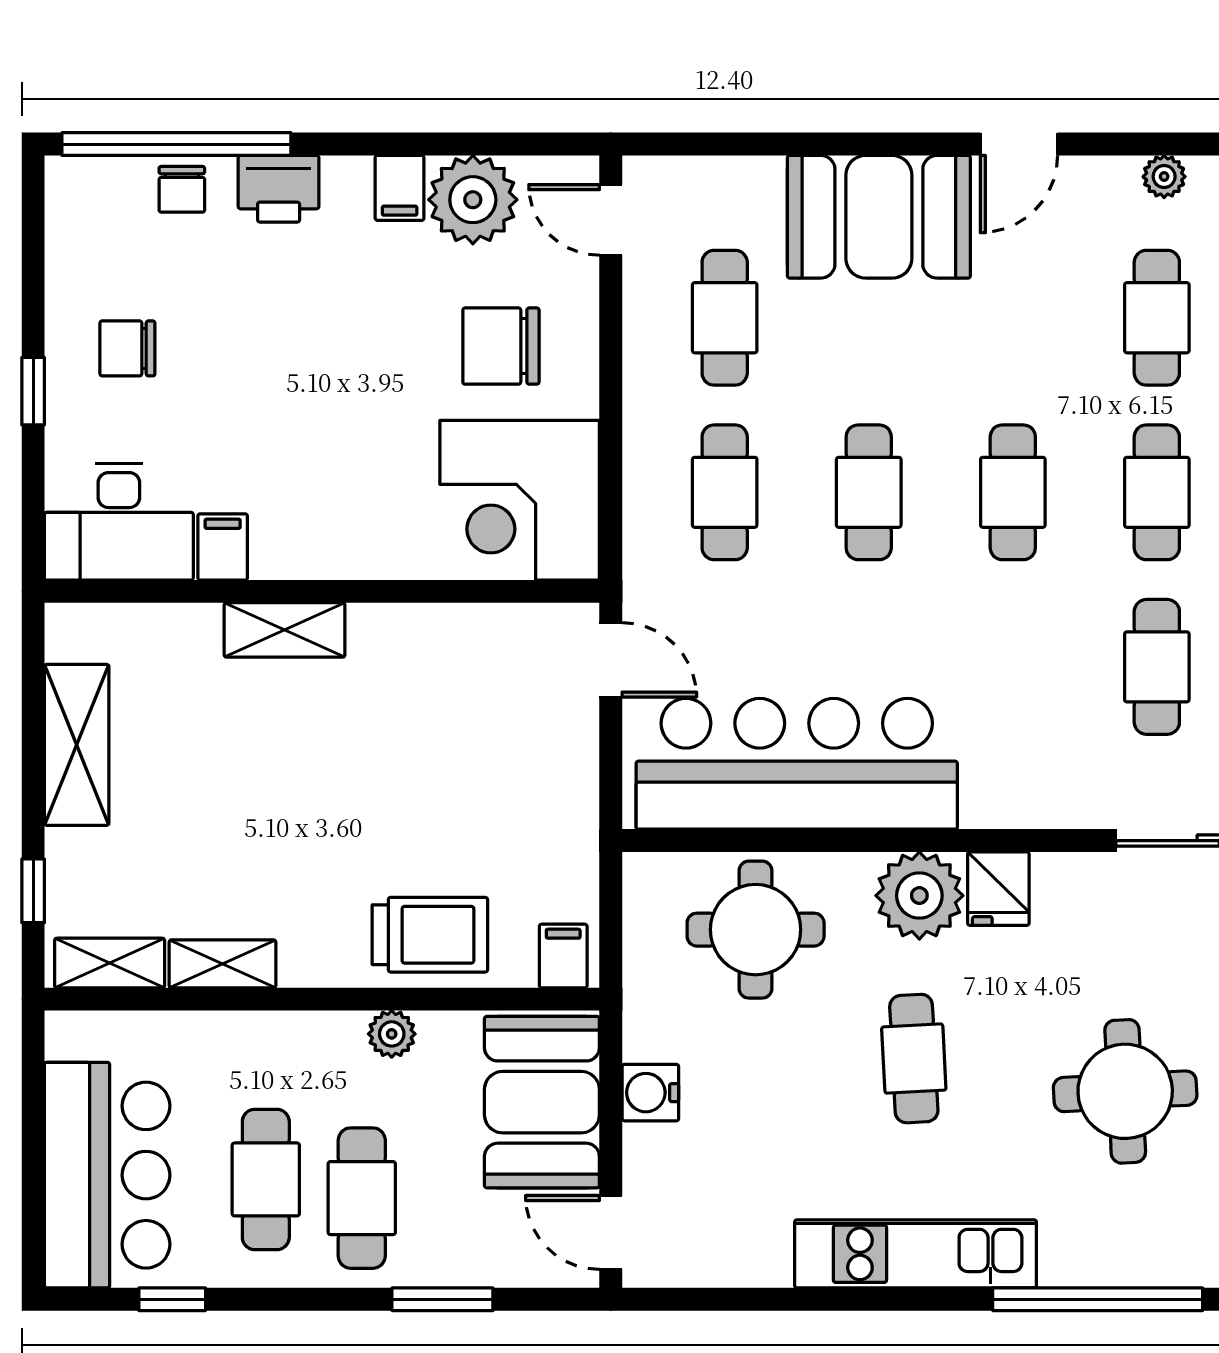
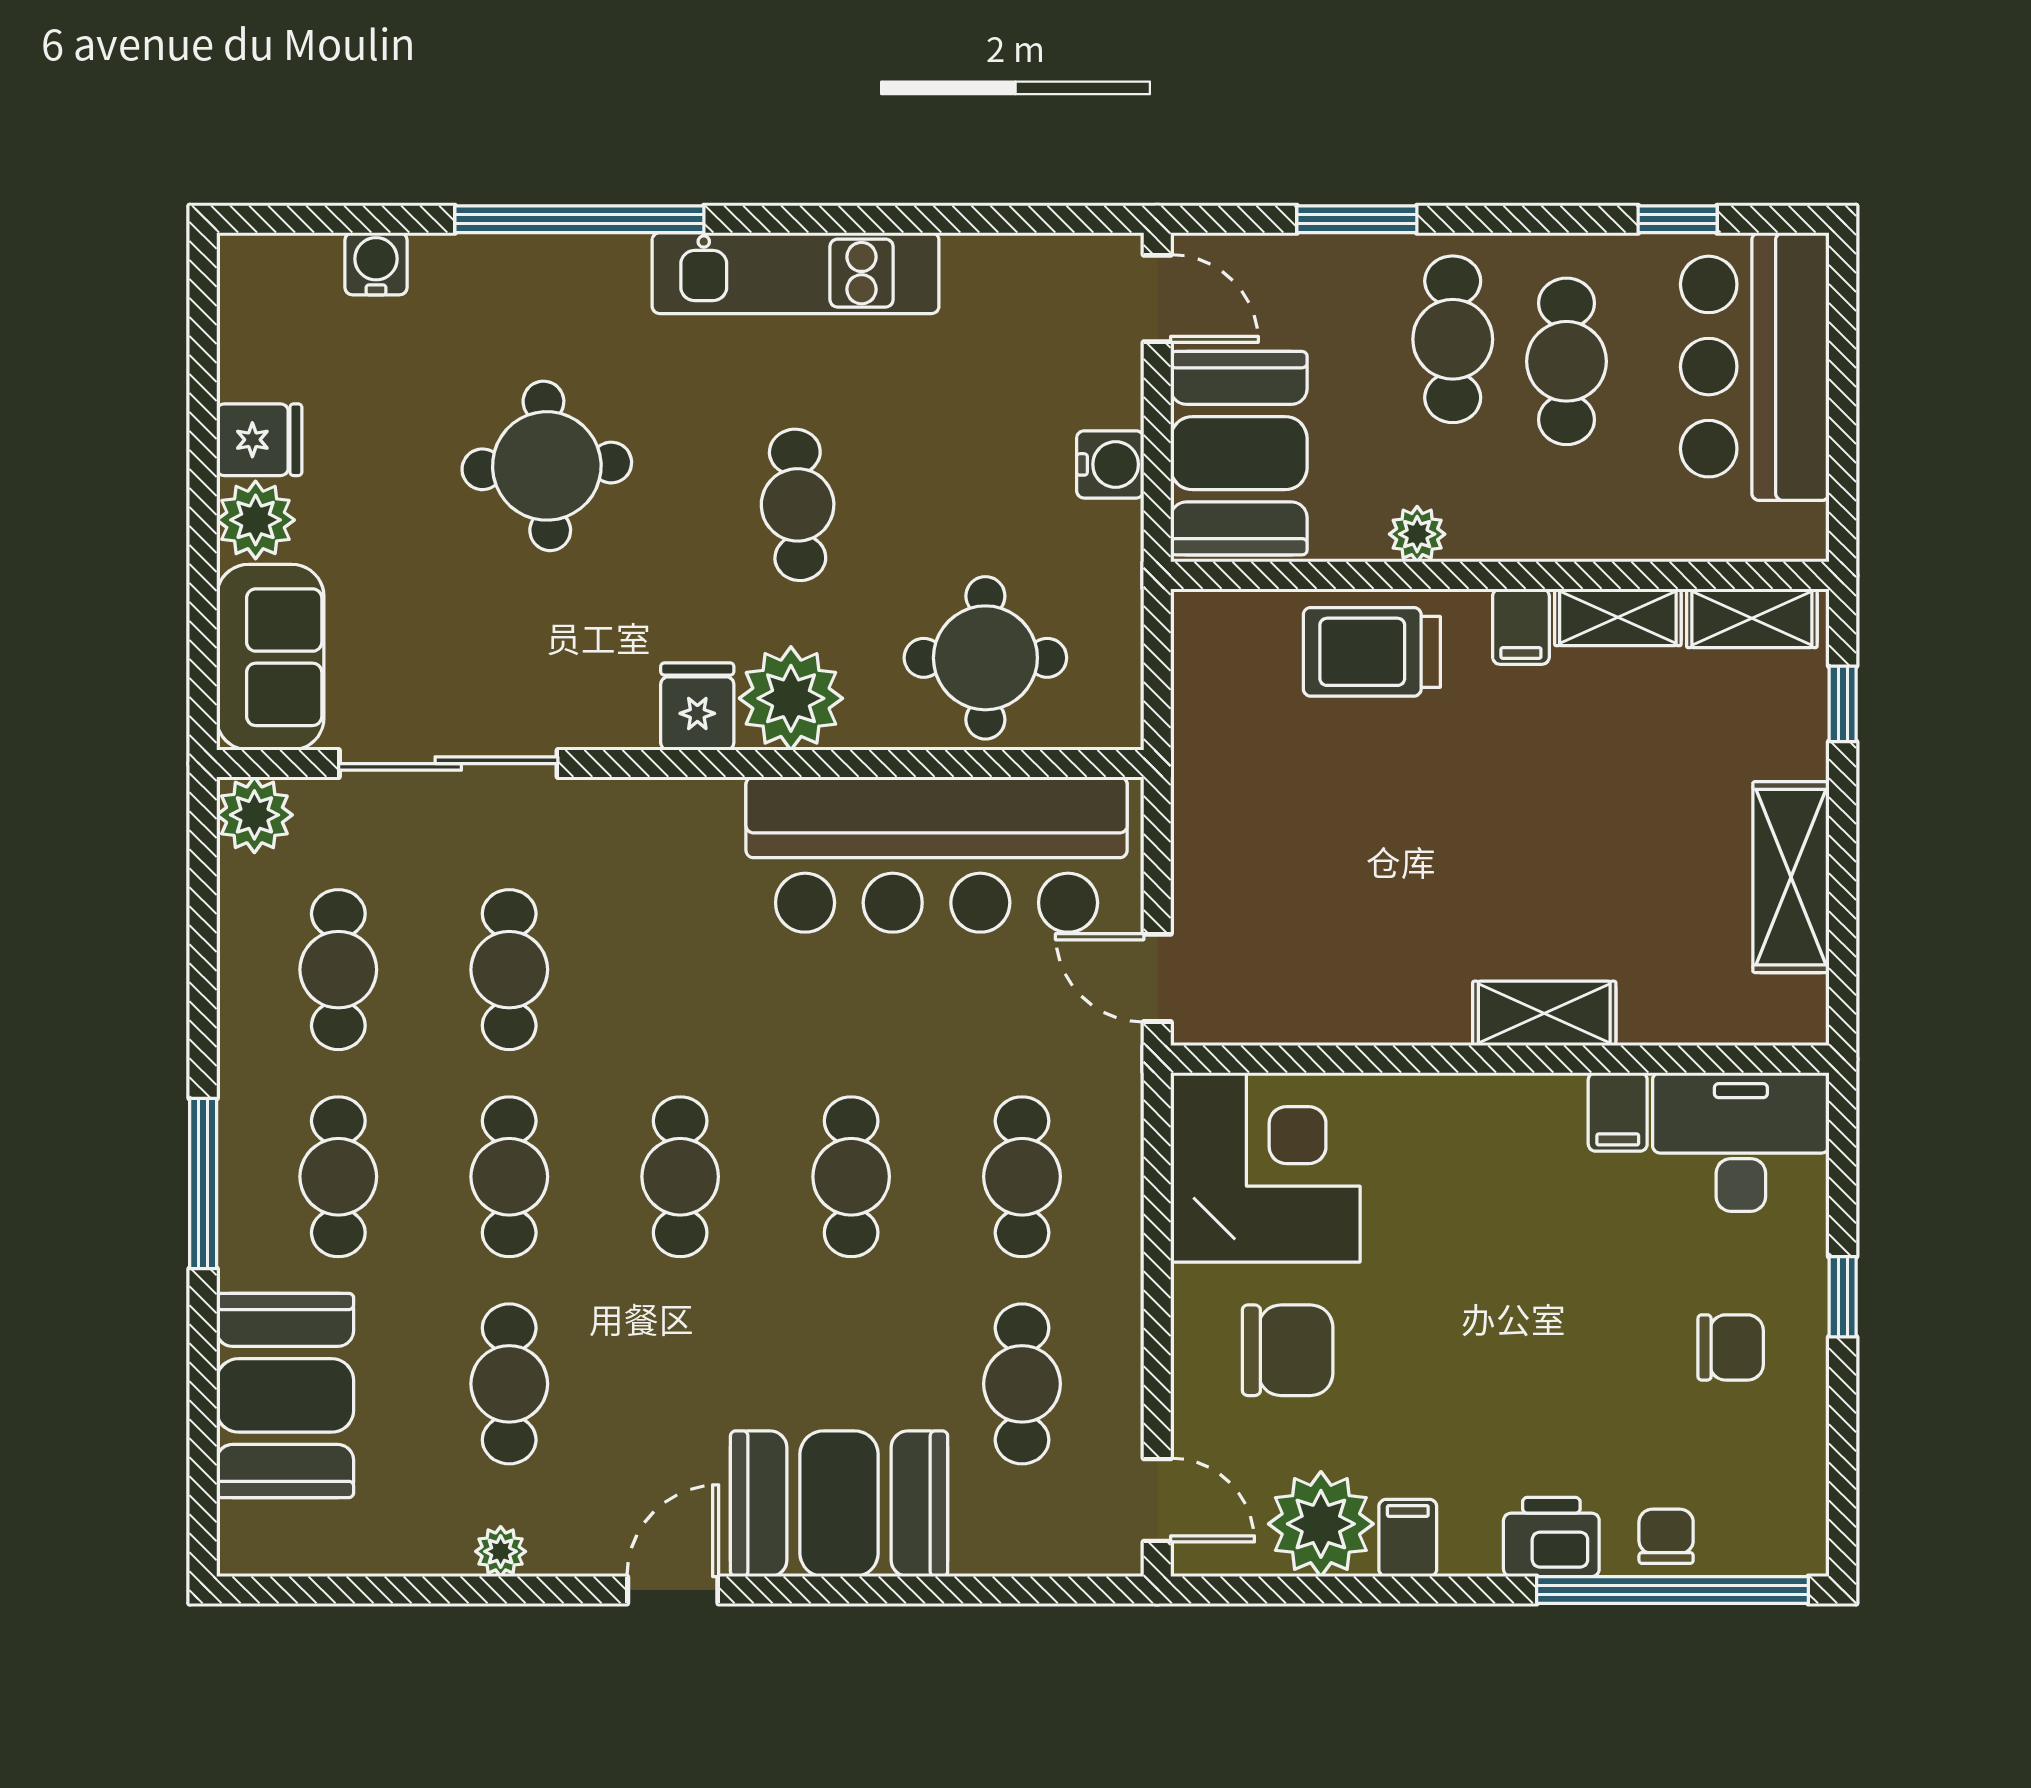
filing cabinet: (563, 956) -> (1521, 627), moved

